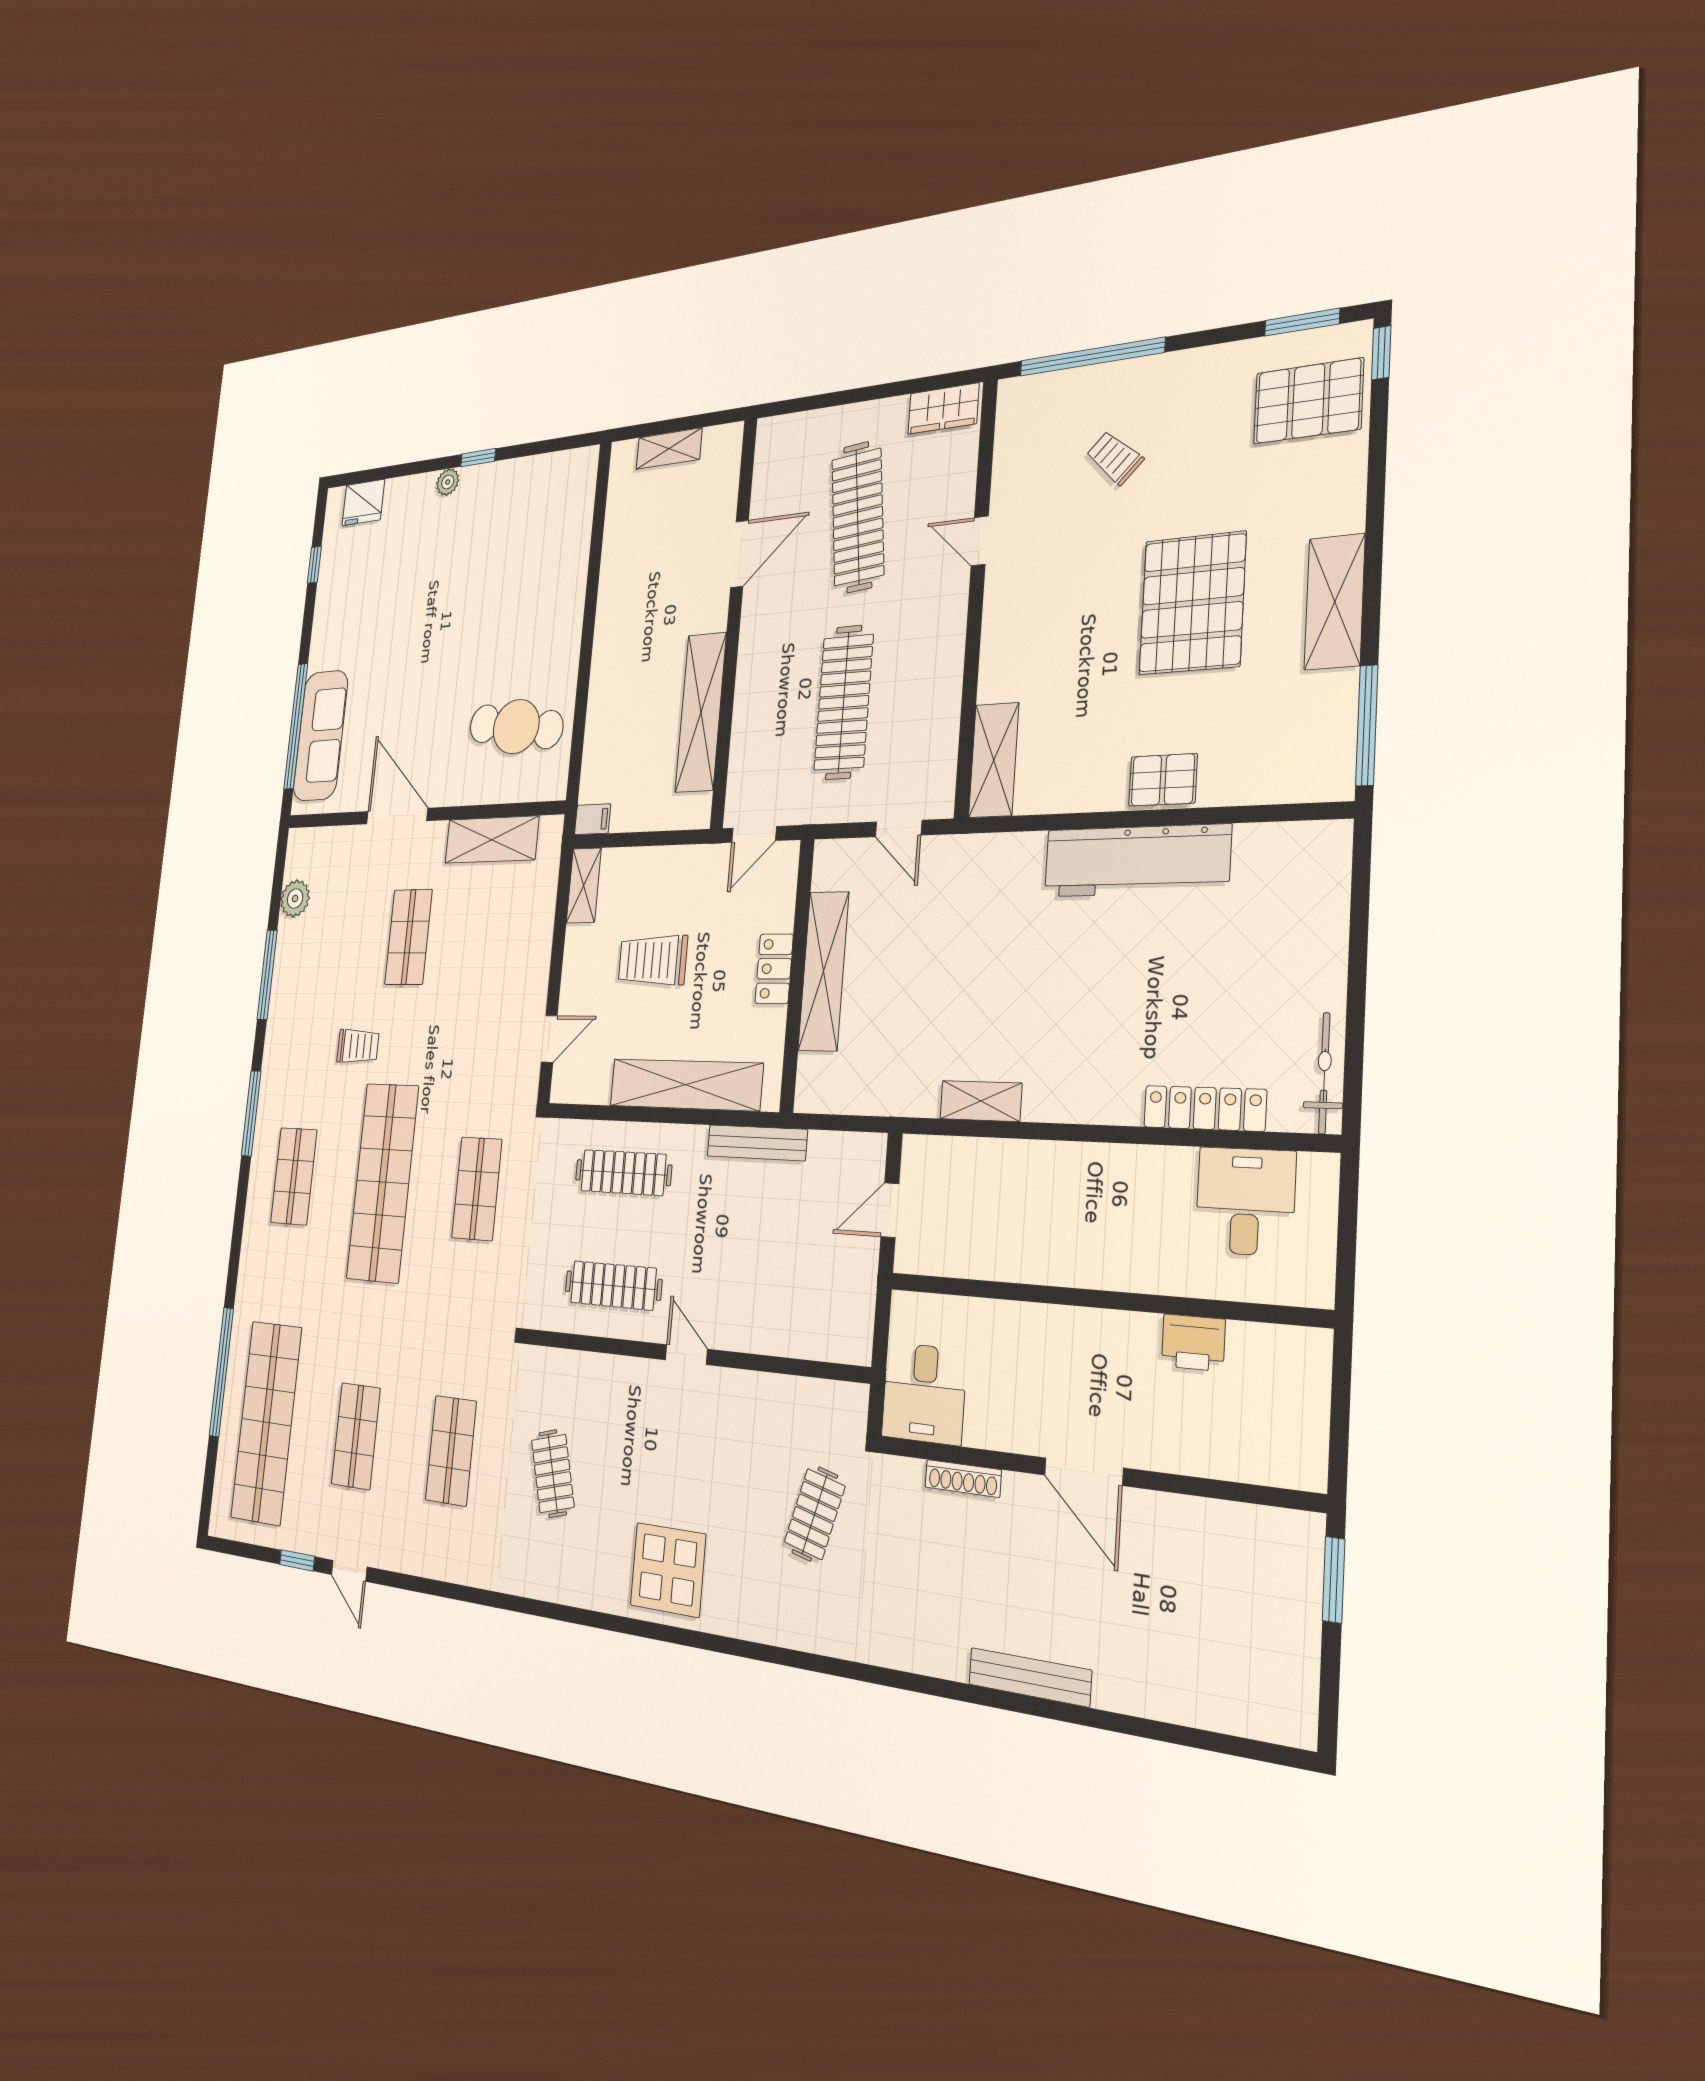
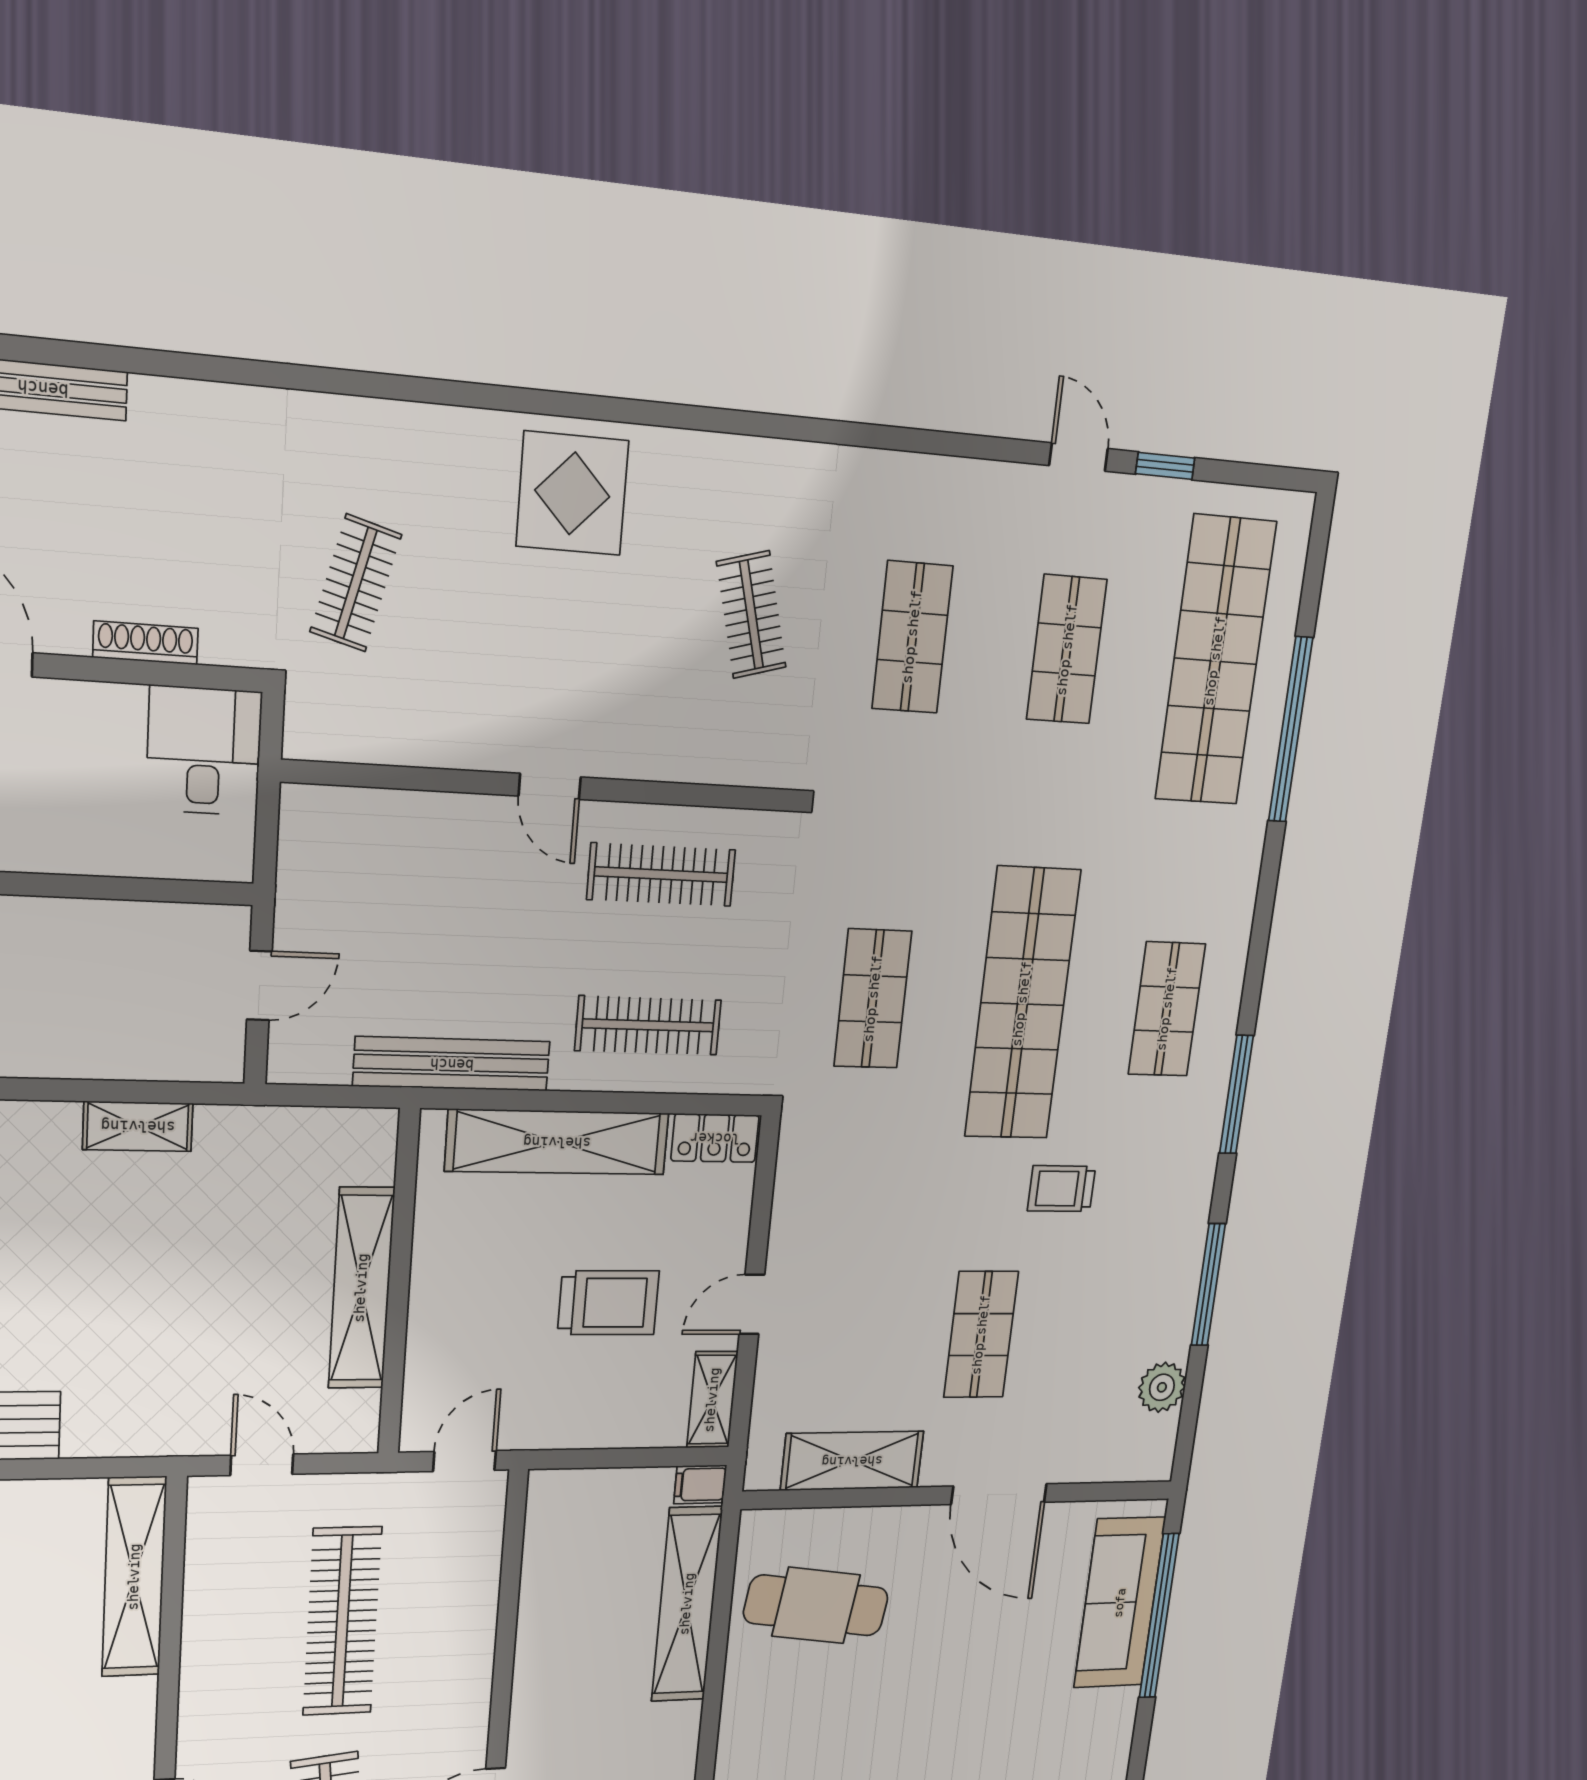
shelving: (701, 712) -> (687, 1604), moved
shelving: (994, 760) -> (134, 1577), width x1.47
locker: (774, 969) -> (715, 1138), moved, turned 90
door: (549, 1039) -> (752, 1304), moved
bench: (757, 1143) -> (452, 1064), width x1.37, depth x1.21

